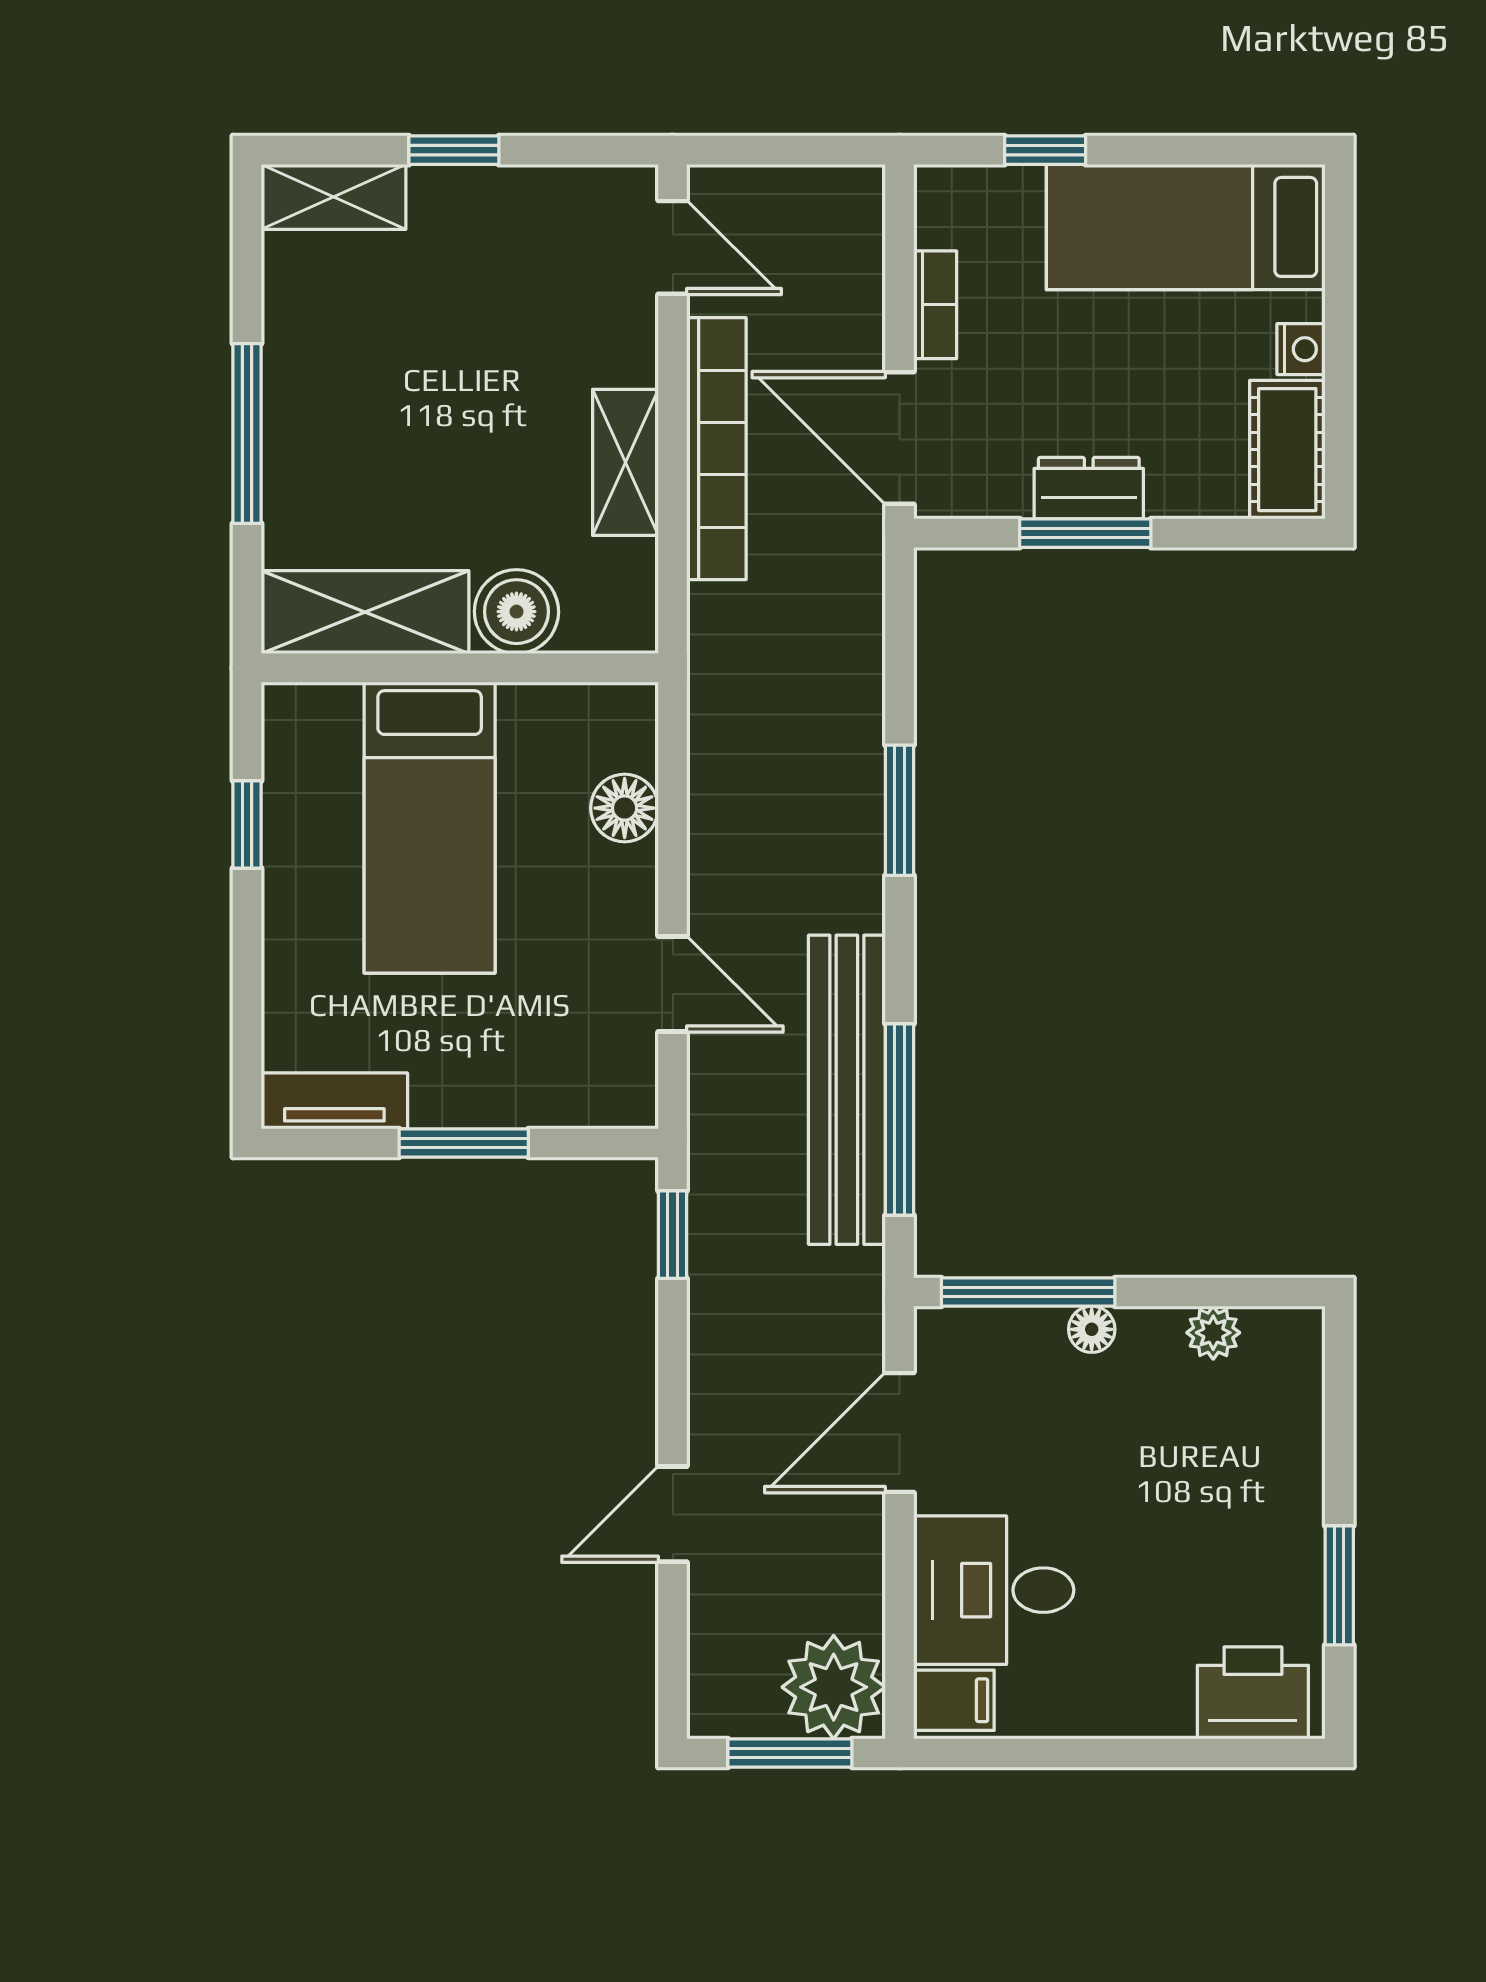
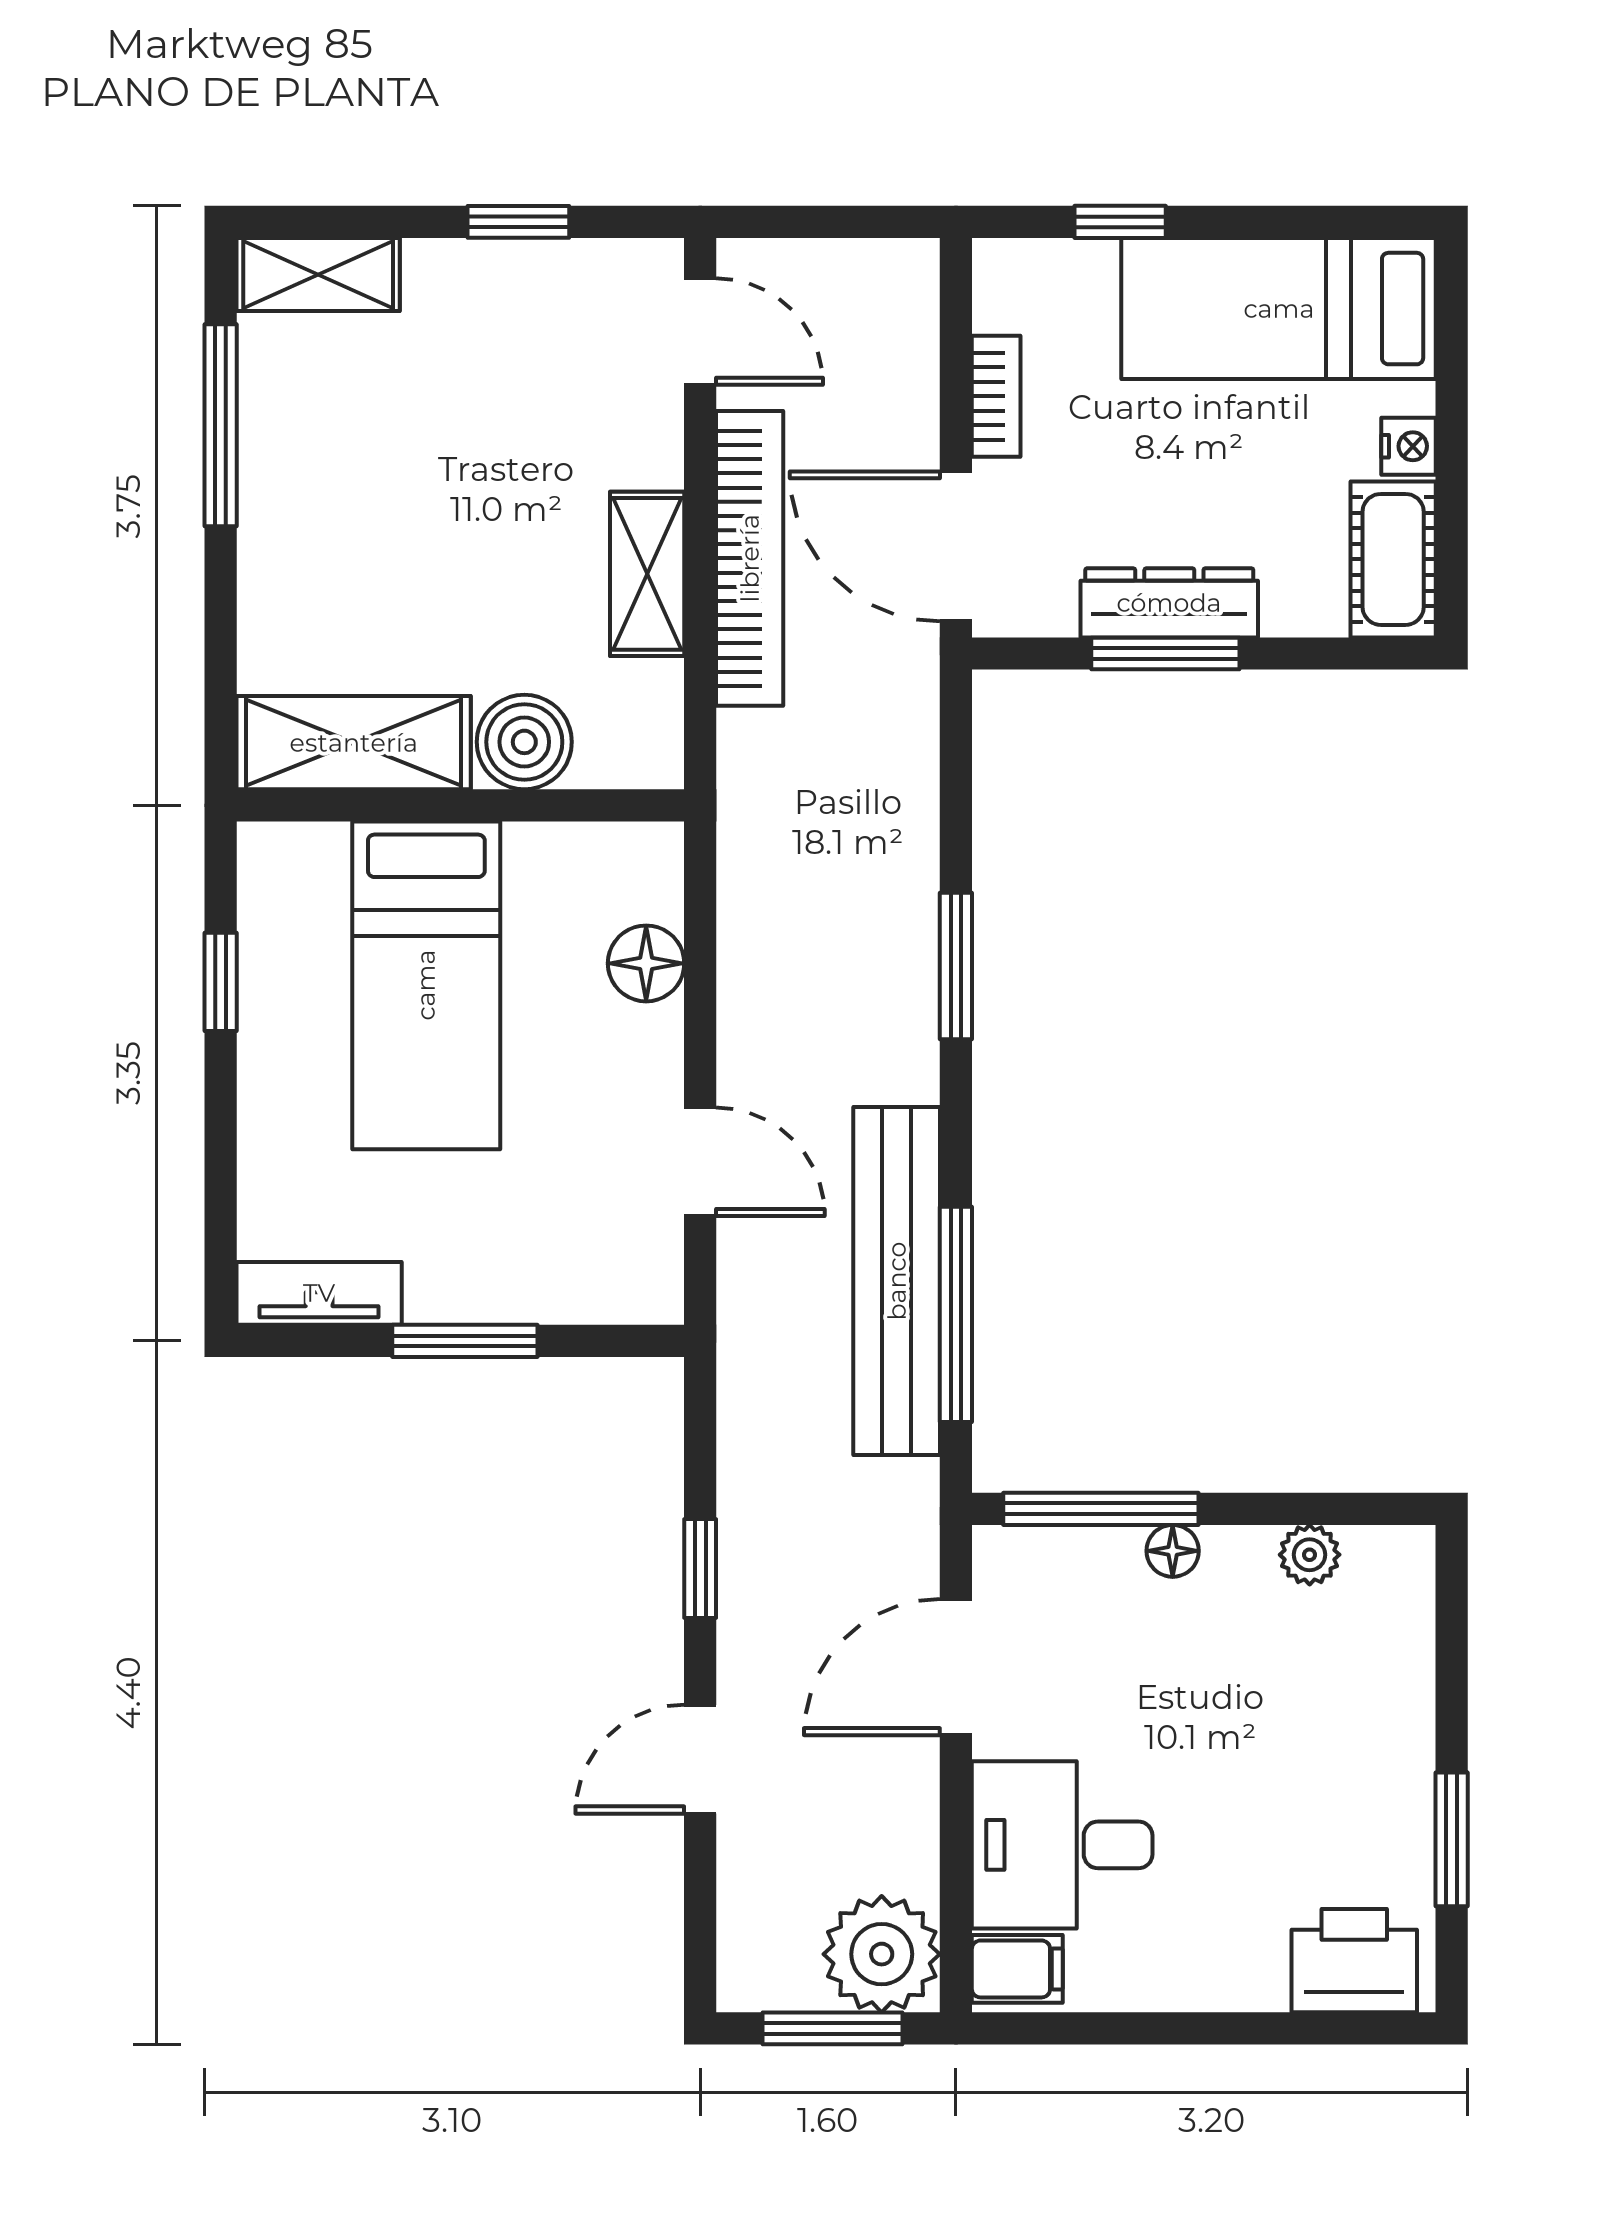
window: (454, 150) -> (518, 222), moved
window: (247, 434) -> (221, 425), moved
dresser: (1089, 488) -> (1169, 603), width x1.44
window: (673, 1235) -> (700, 1569), moved

